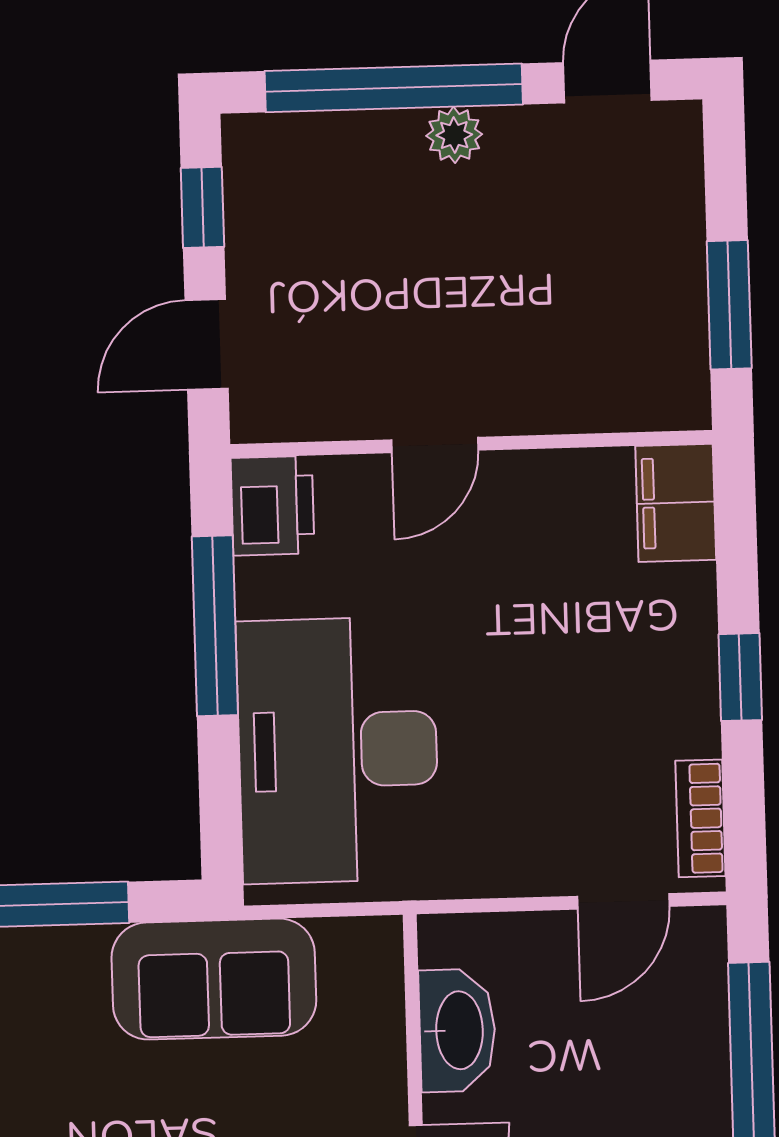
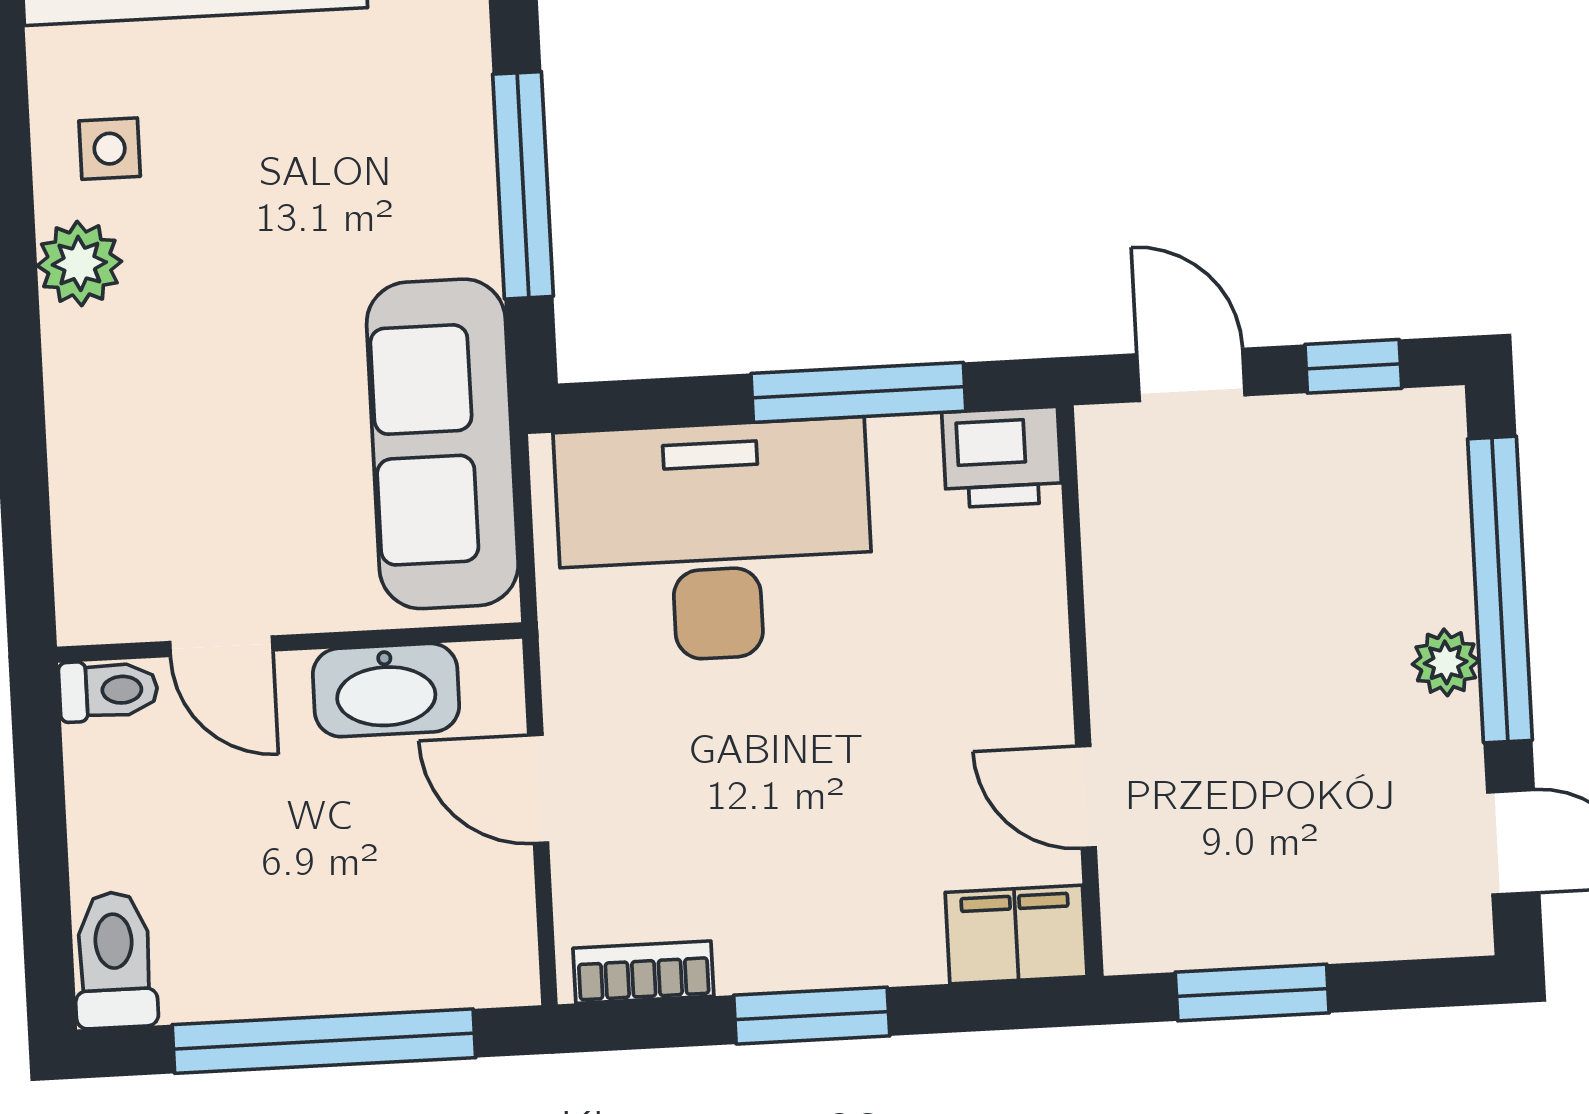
door: (435, 445) -> (1086, 797), moved
window: (740, 677) -> (812, 1016), width x1.50
door: (623, 901) -> (538, 789), moved
sofa: (214, 979) -> (442, 444), width x1.36

